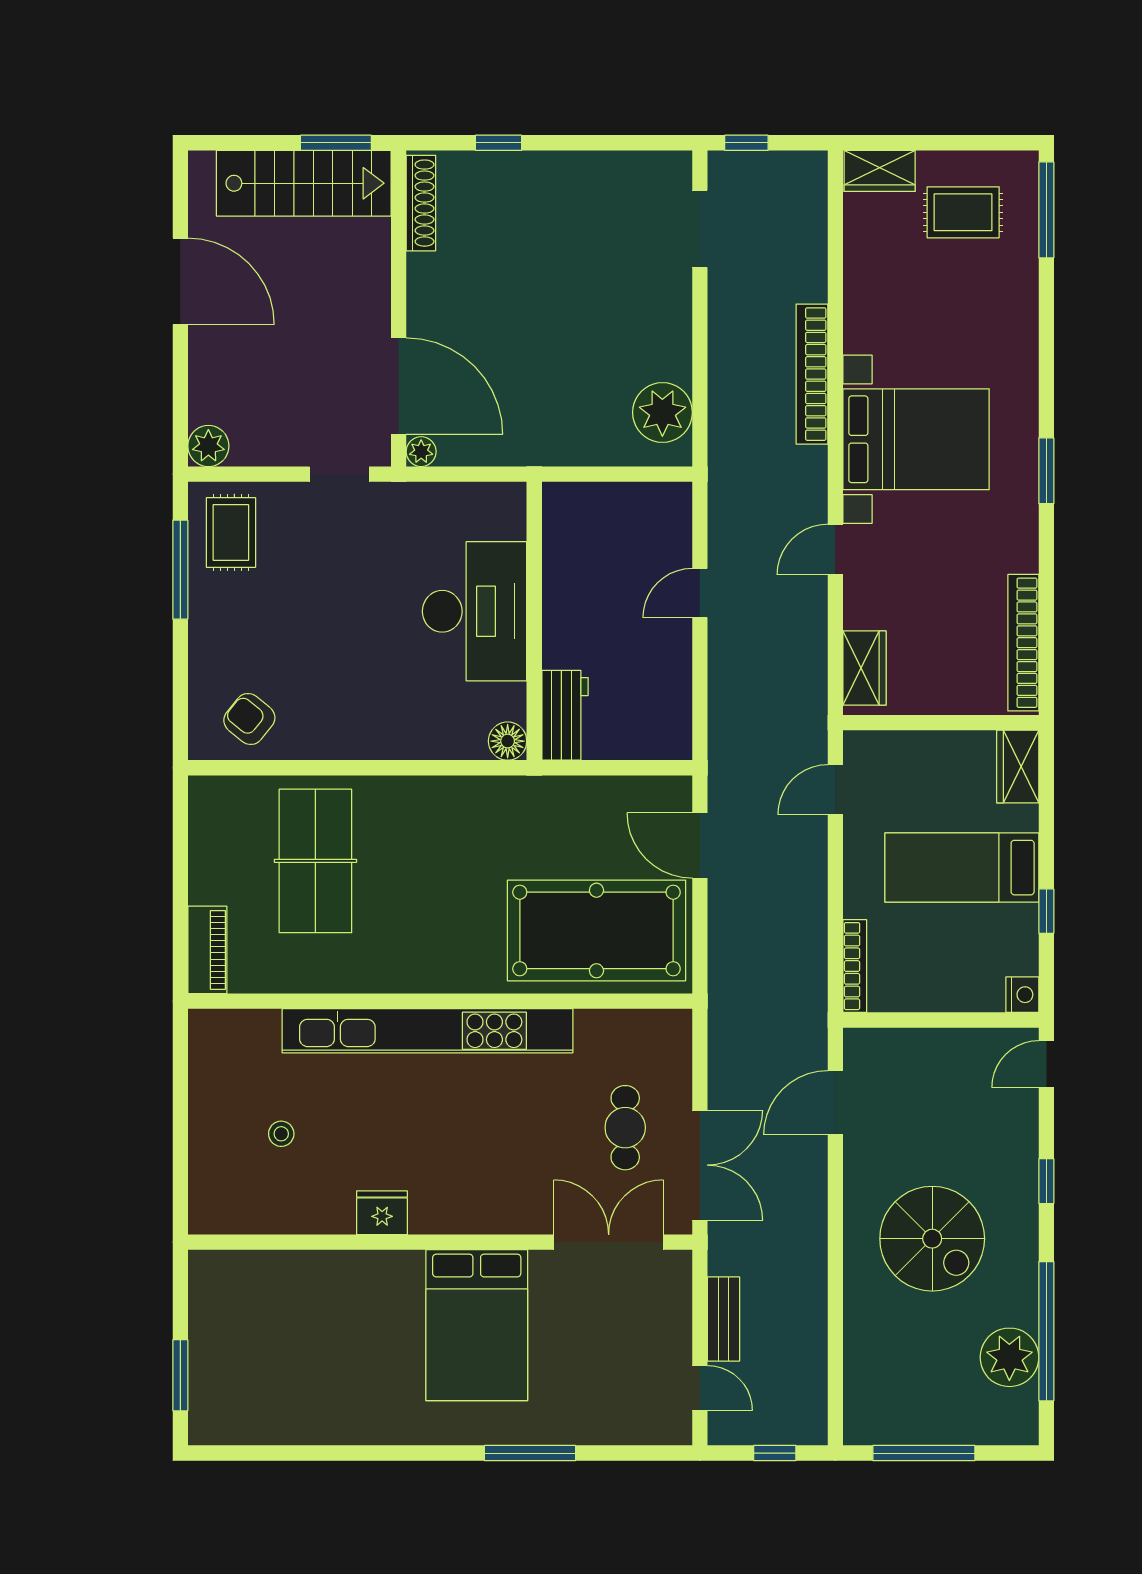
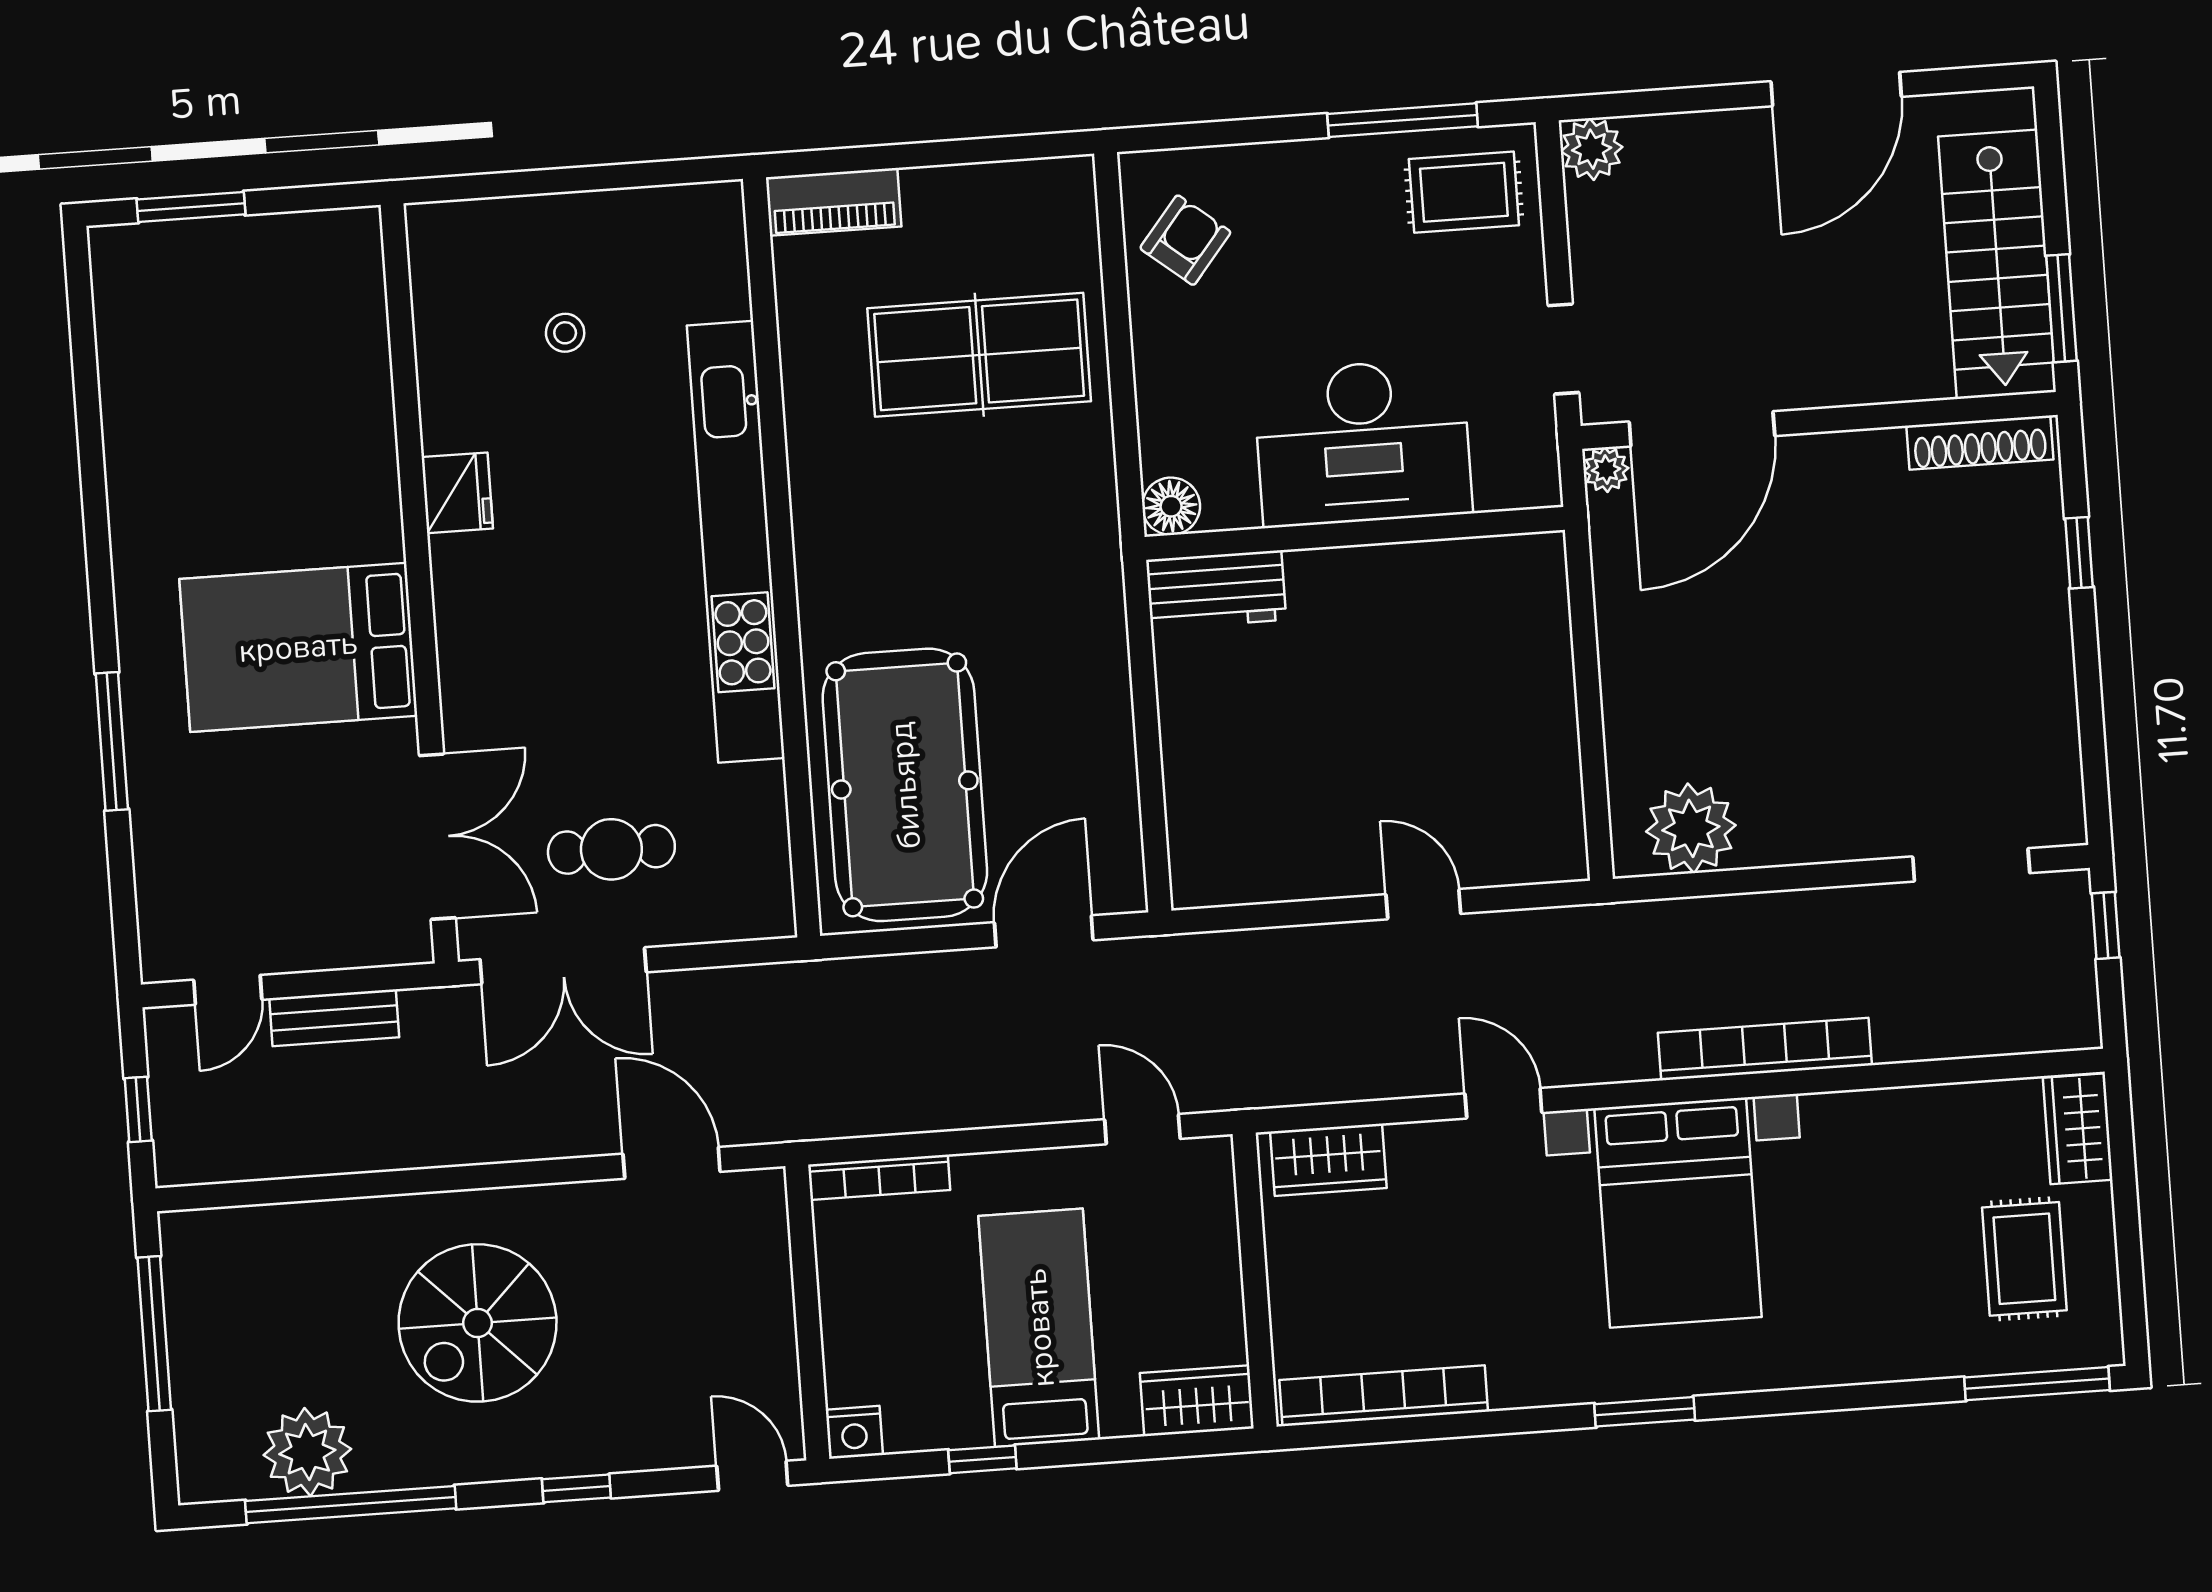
desk: (475, 611) -> (1363, 443), moved
wall: (534, 621) -> (1355, 533), moved
workbench: (565, 715) -> (1216, 590), moved
floor lamp: (508, 741) -> (1171, 506), moved

